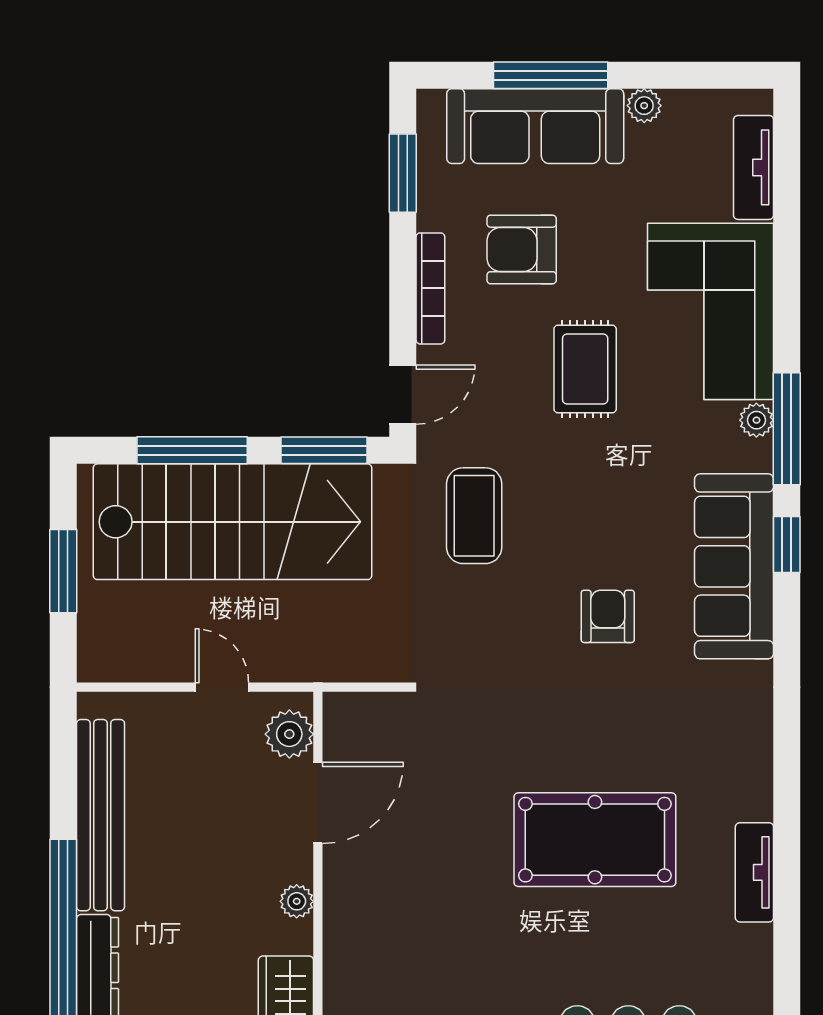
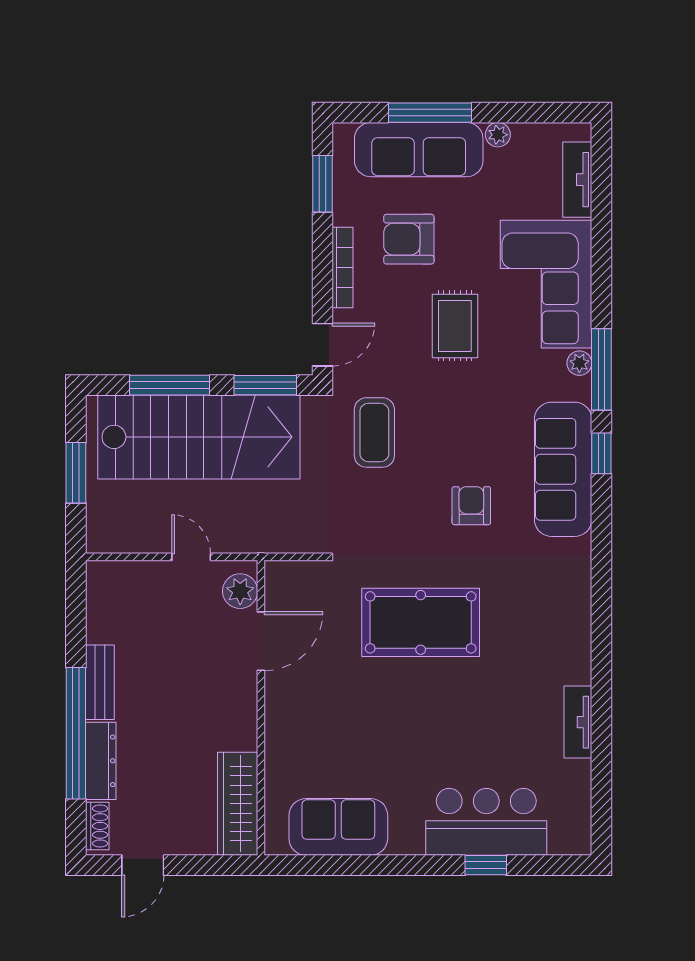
bench: (100, 815) -> (100, 682), width x0.54, depth x0.82
pool table: (595, 840) -> (421, 622), moved
tv unit: (754, 872) -> (578, 722), moved
plant: (297, 901) -> (245, 713), removed

